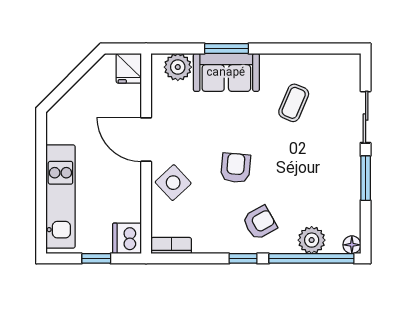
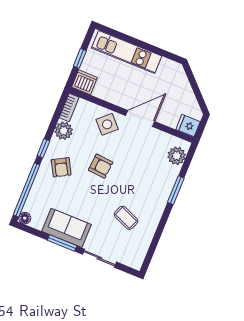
sofa: (226, 72) -> (67, 228), moved, turned 90
plant: (312, 240) -> (64, 131), moved

